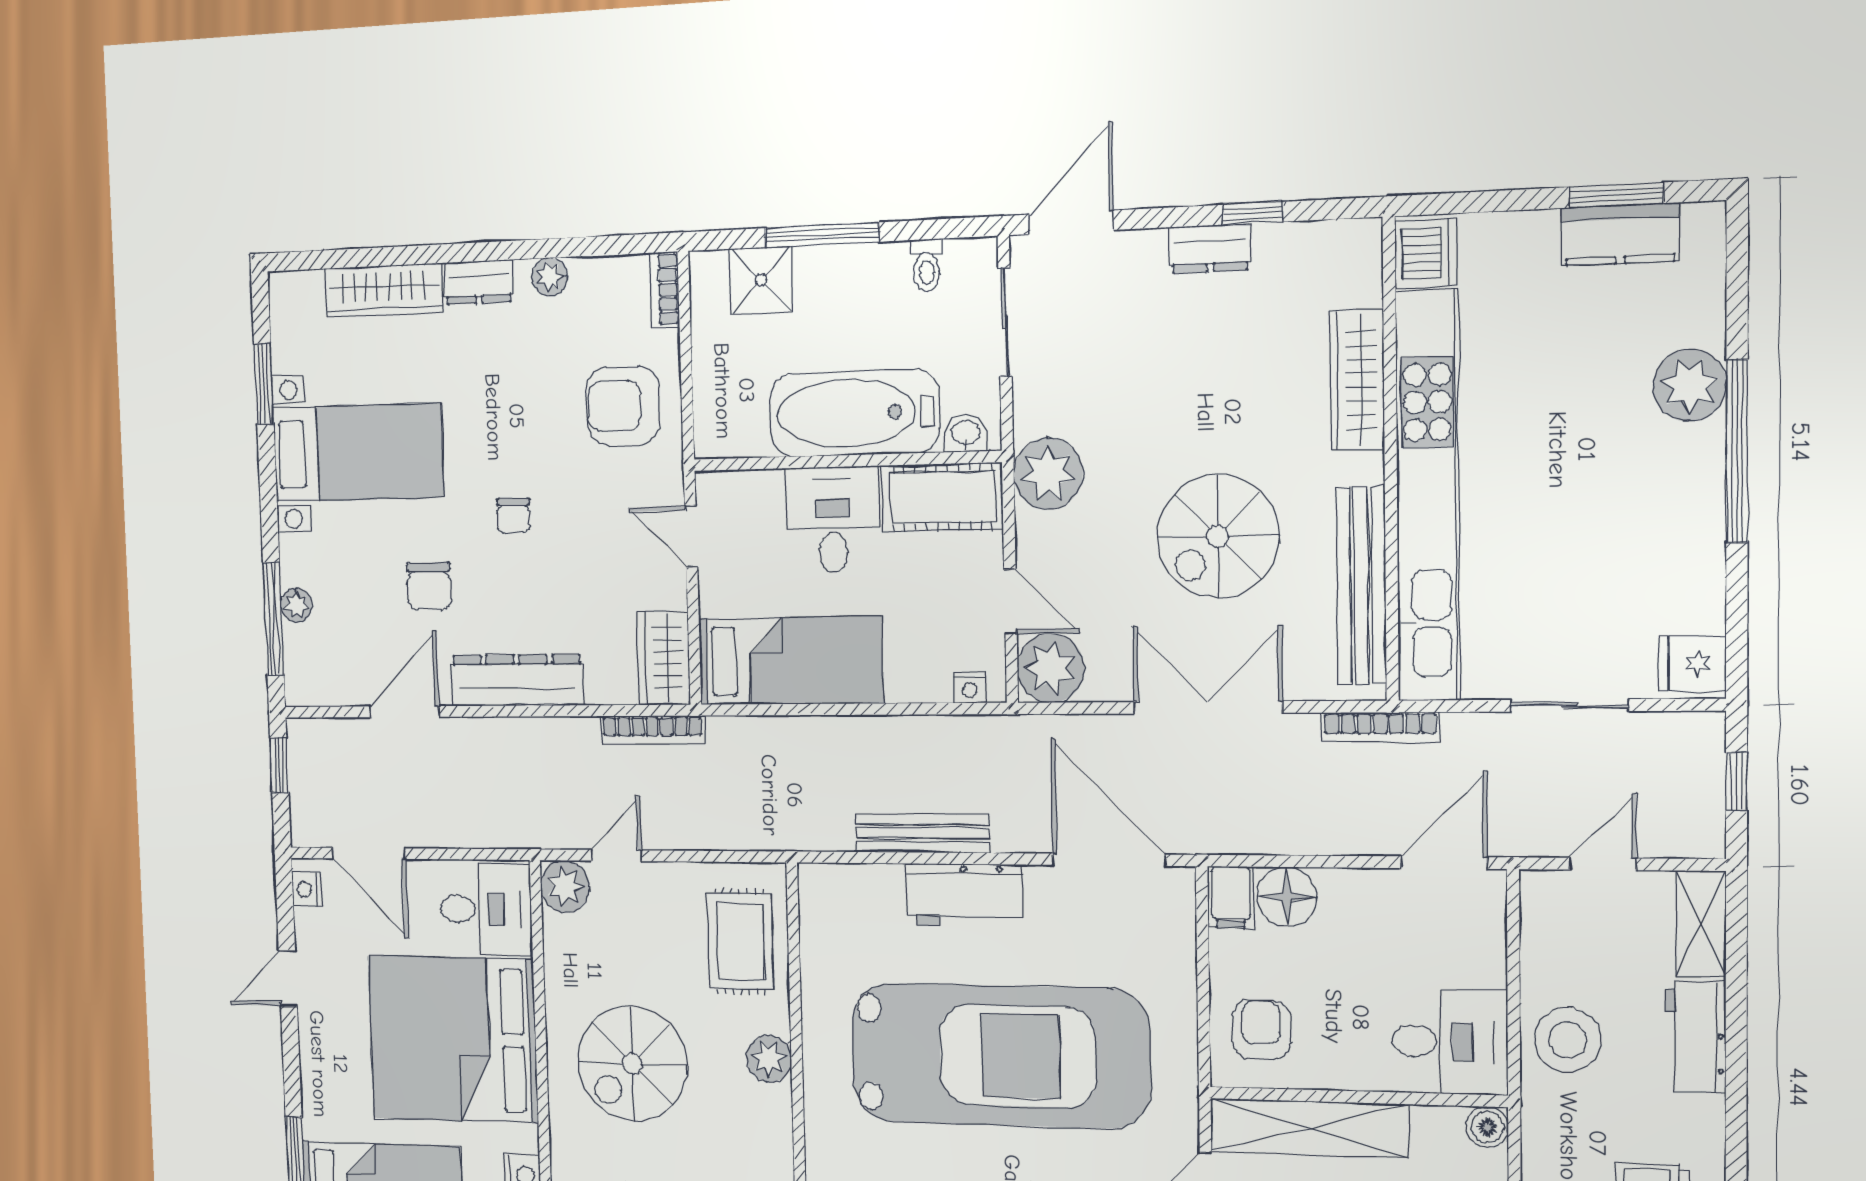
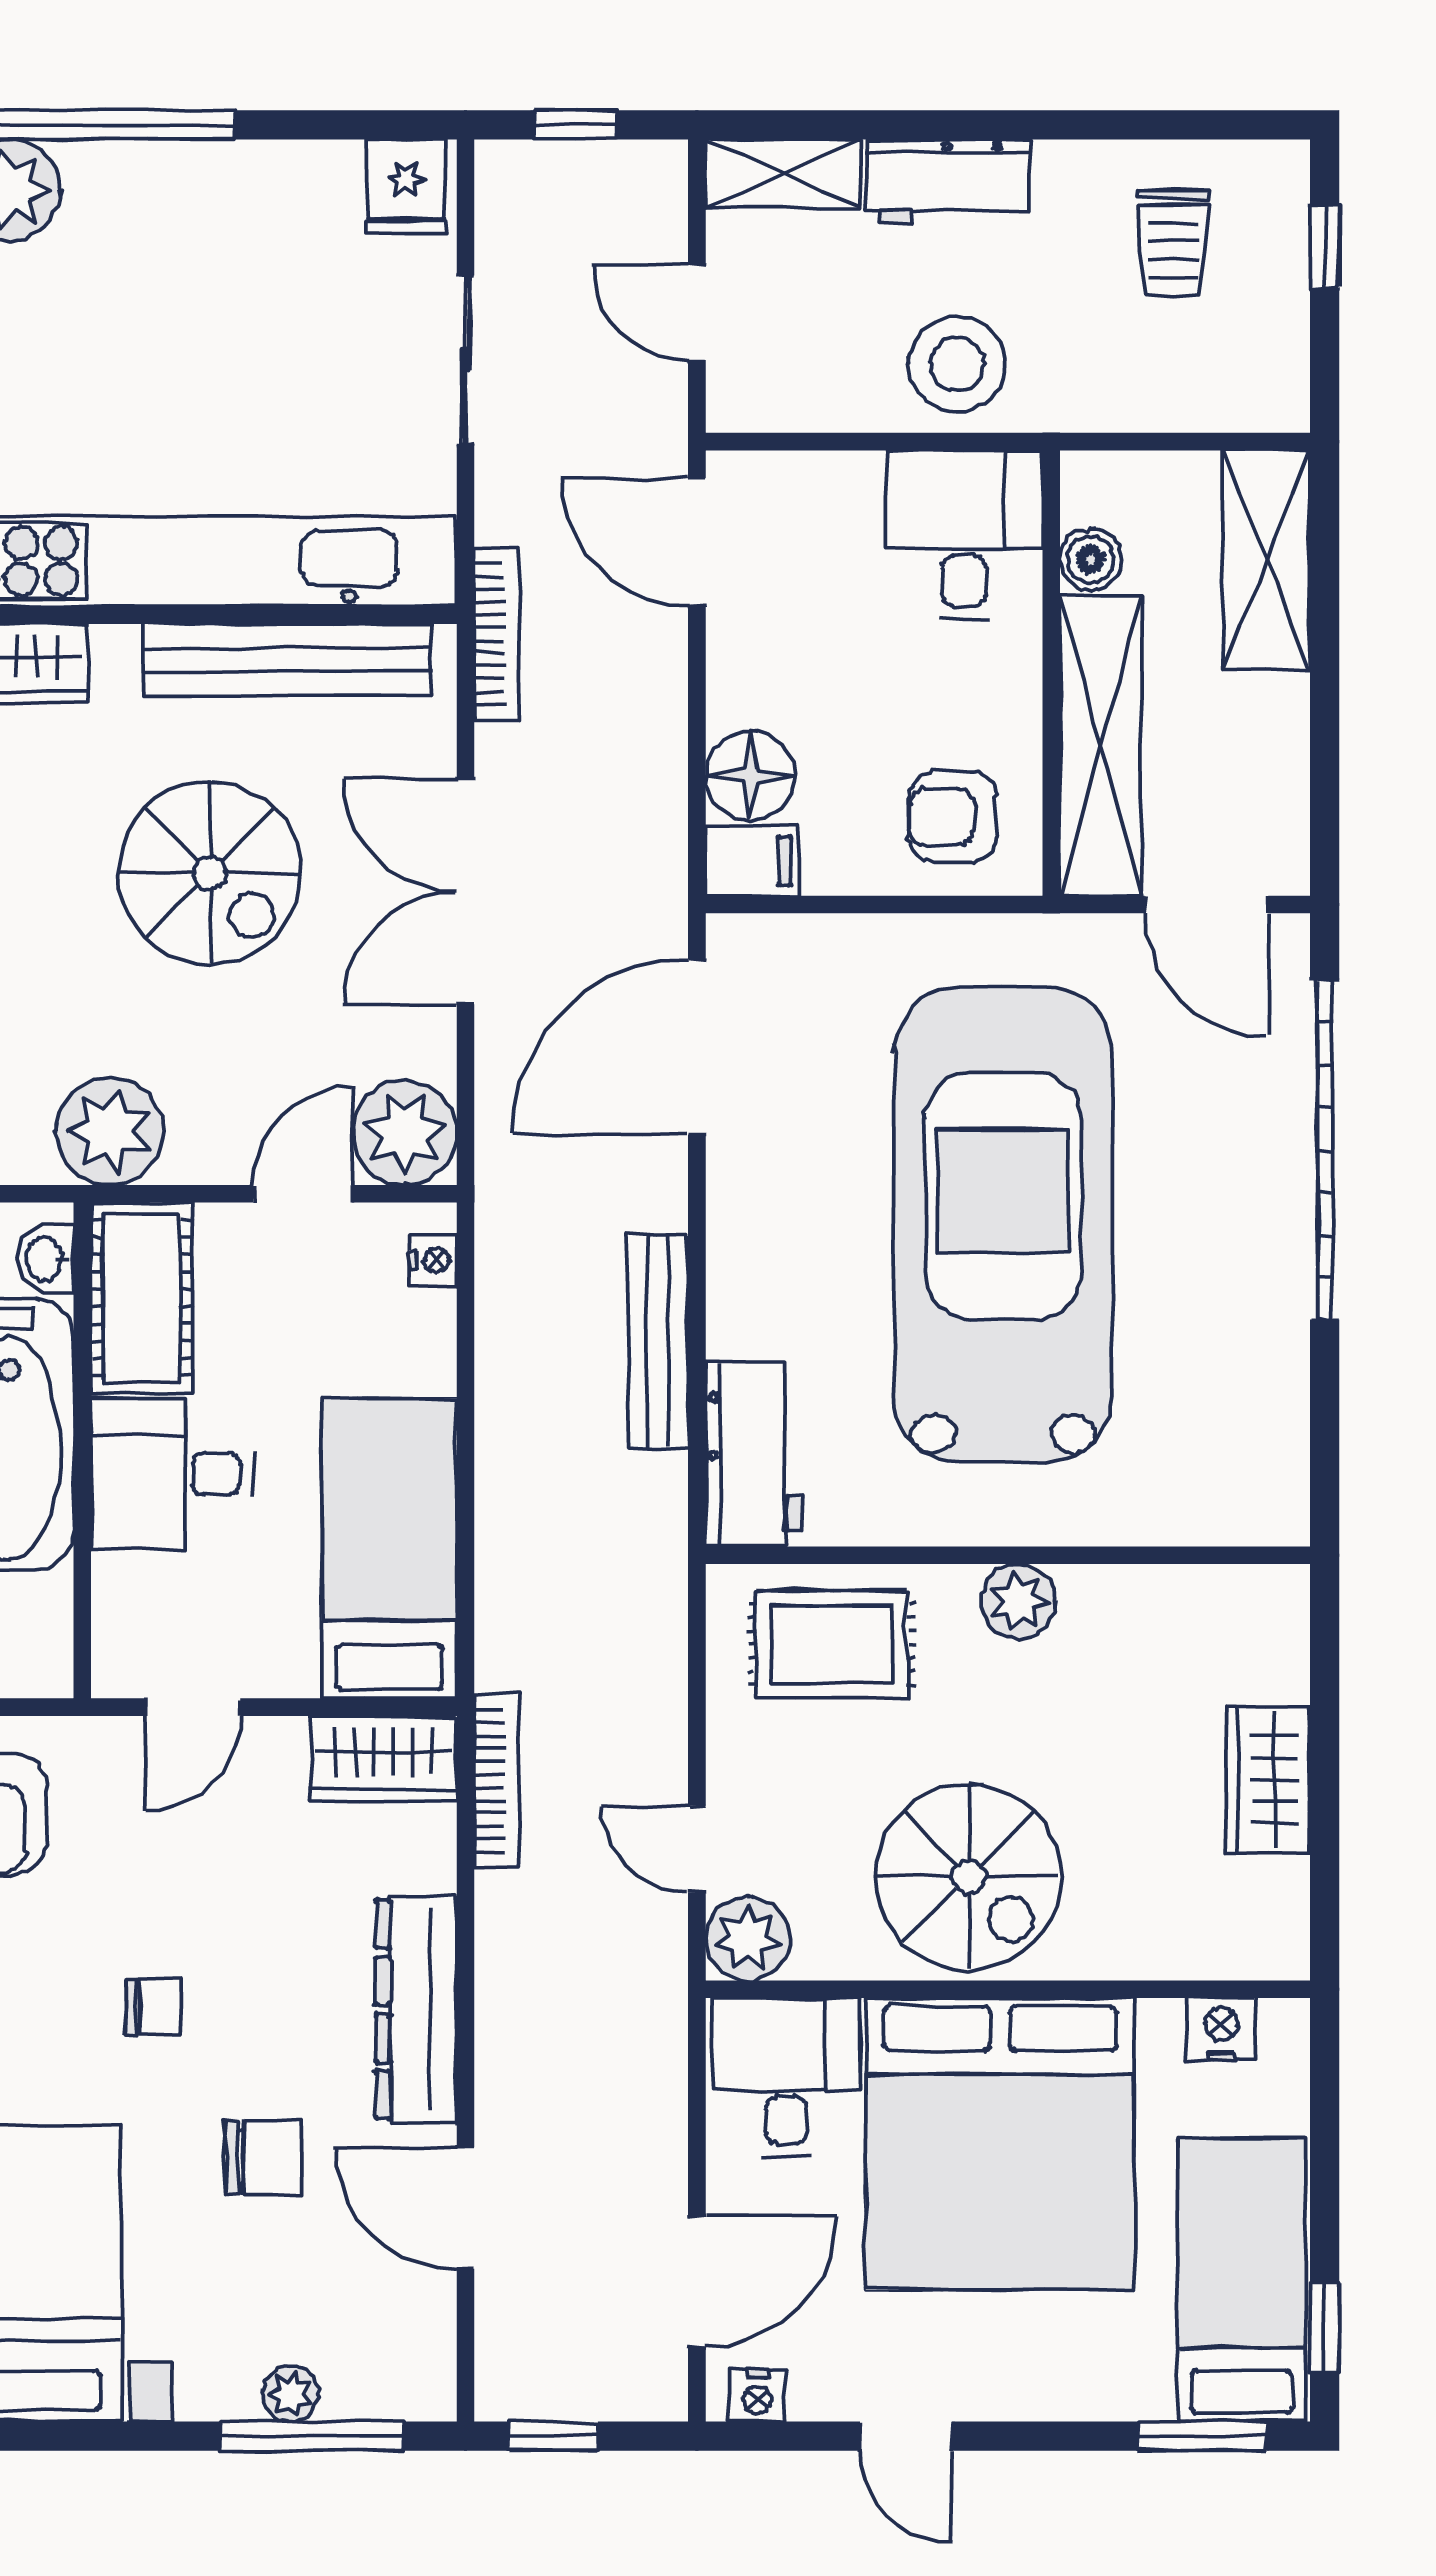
workbench: (965, 895) -> (753, 1454), moved
spiral stairs: (632, 1064) -> (969, 1877), moved
boiler: (1487, 1127) -> (1091, 560), moved

